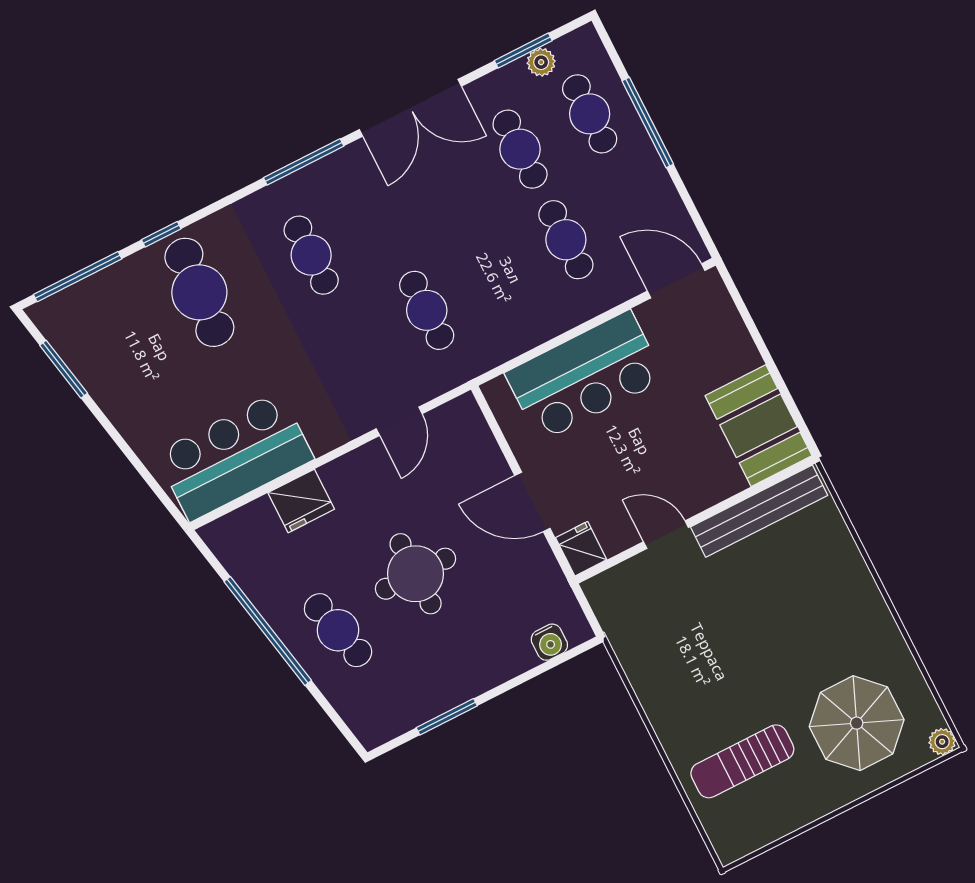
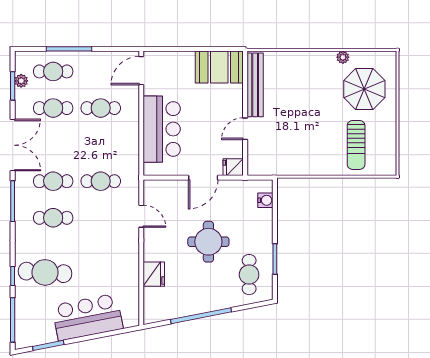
cafe table: (381, 220) -> (53, 181), added
bar counter: (235, 456) -> (87, 317), moved, turned 79
cafe table: (338, 630) -> (249, 275), moved, turned -76
plant: (942, 742) -> (343, 57), moved

